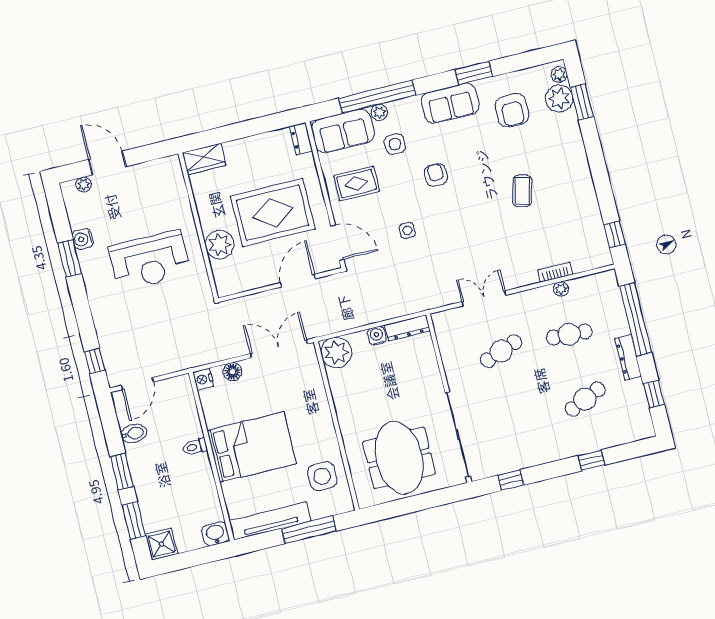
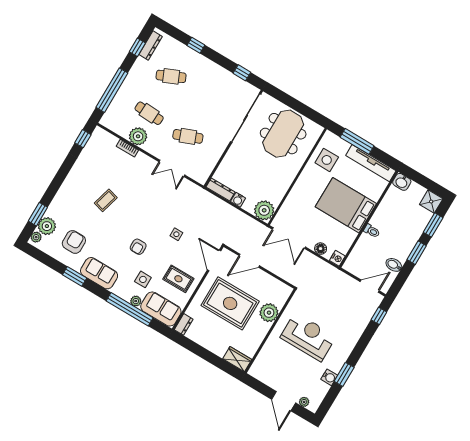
plant: (561, 289) -> (138, 136), width x1.88, depth x1.88
dresser: (628, 357) -> (151, 46), moved

